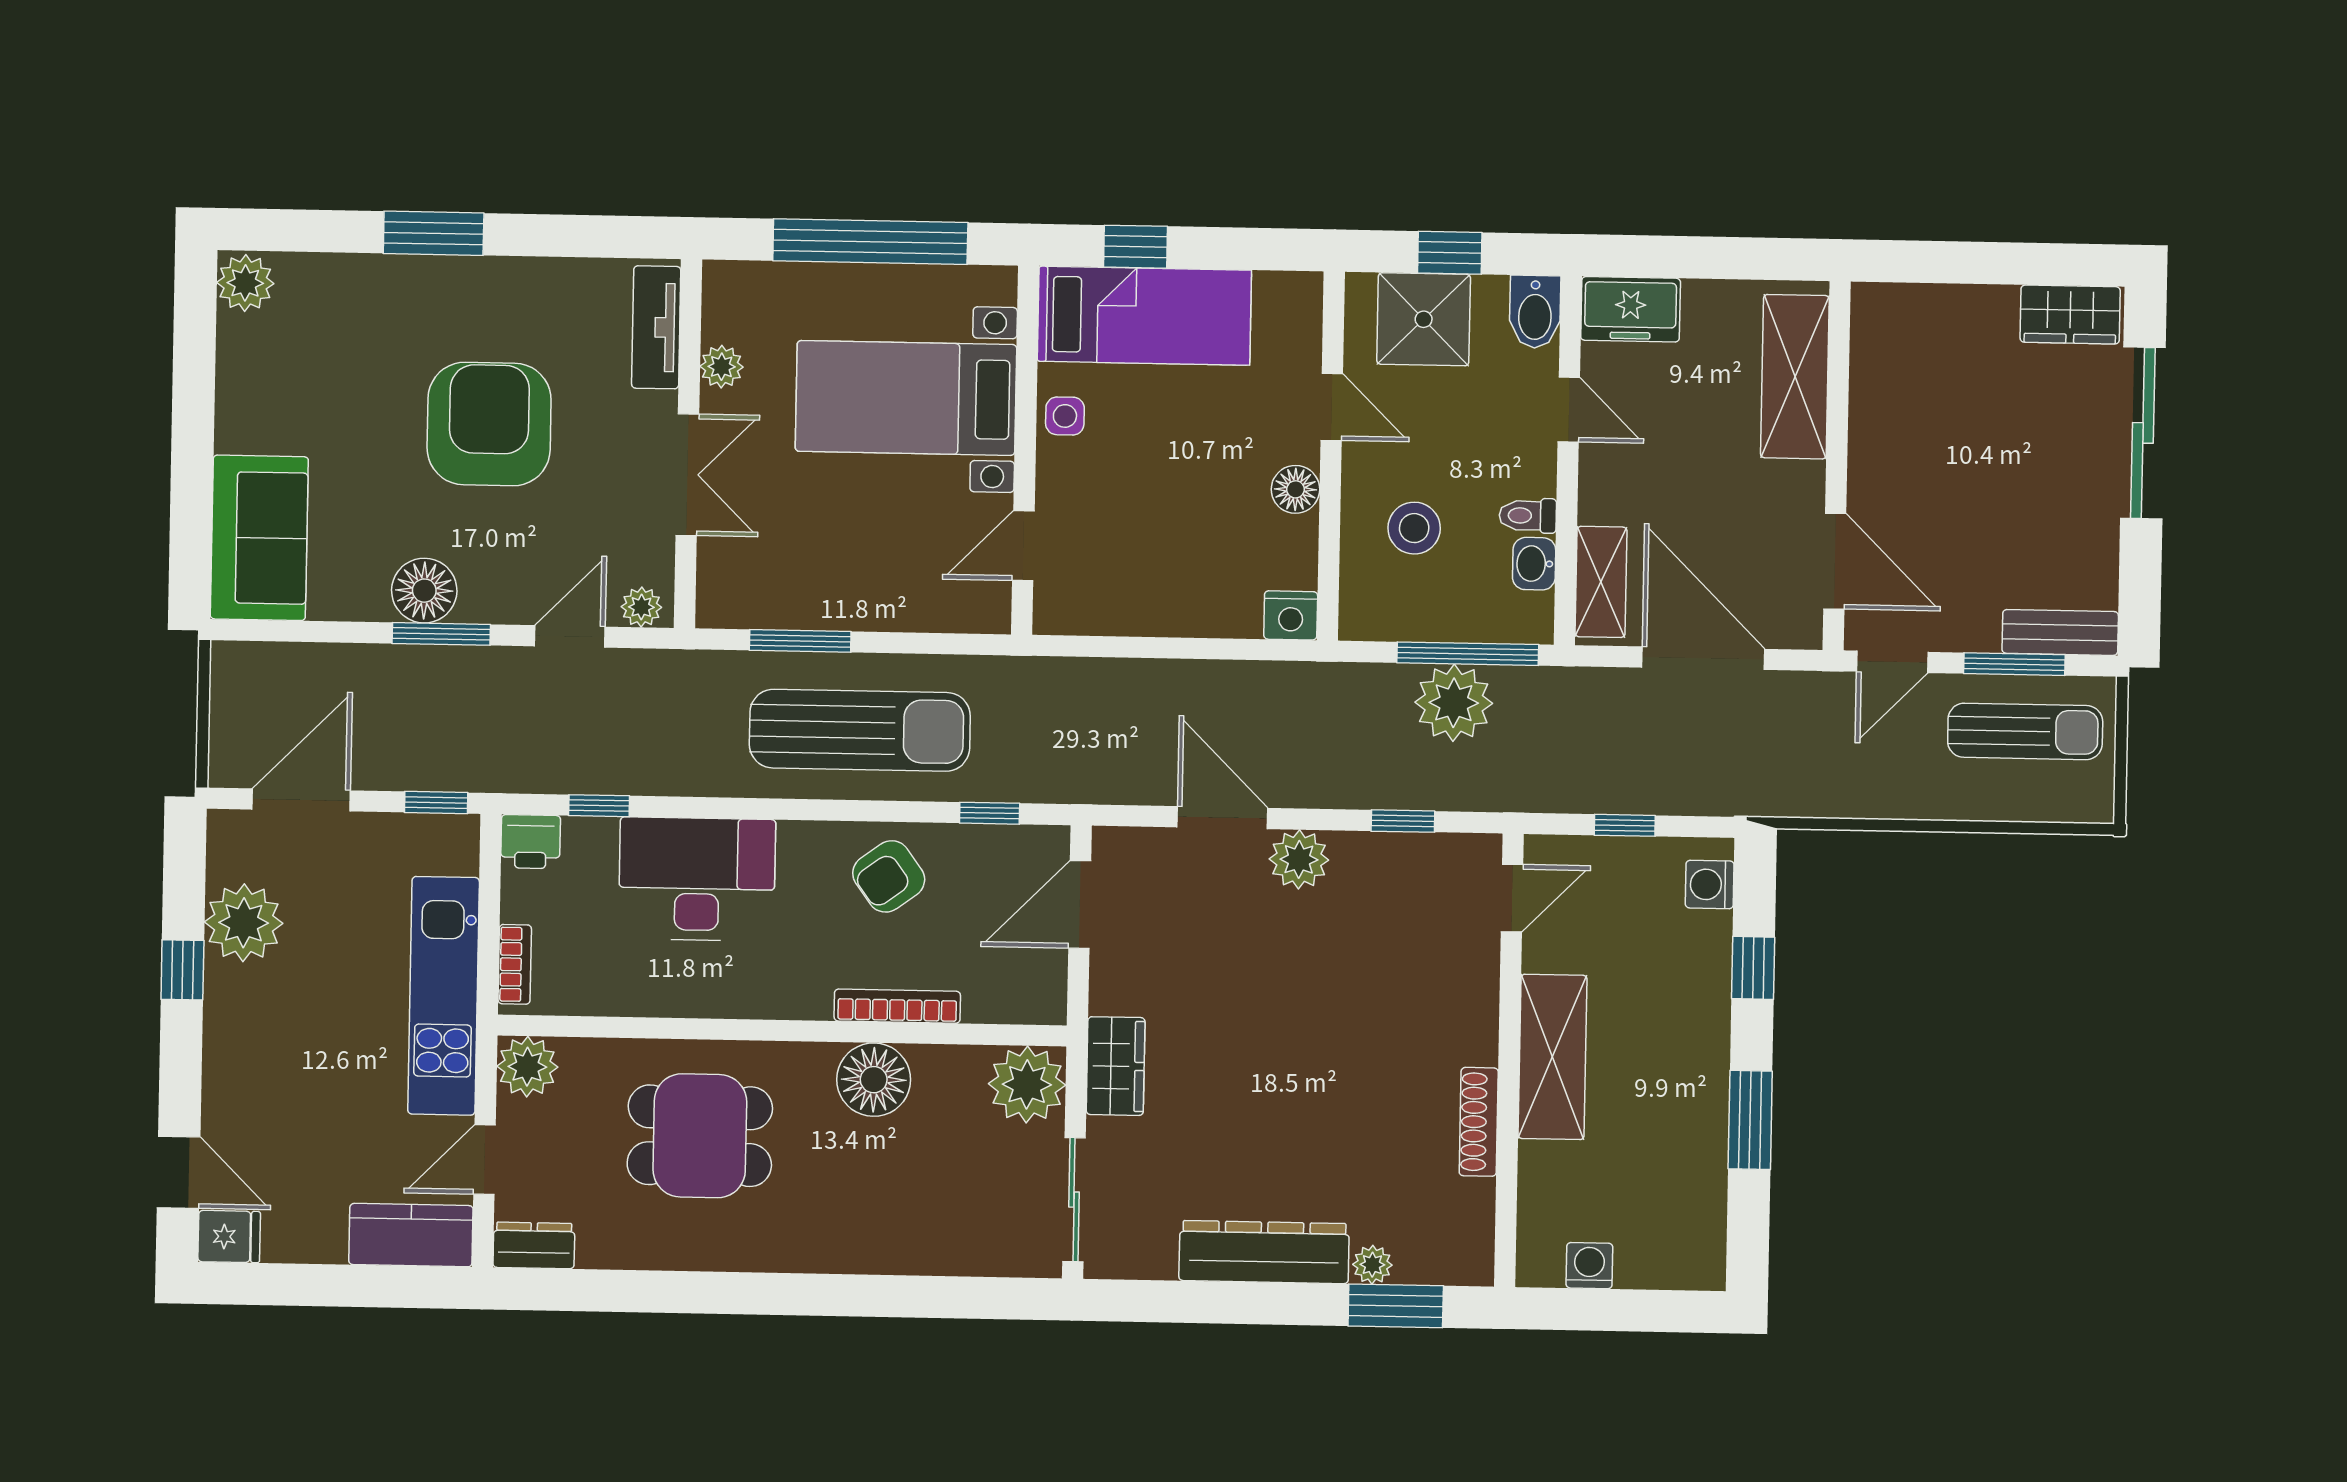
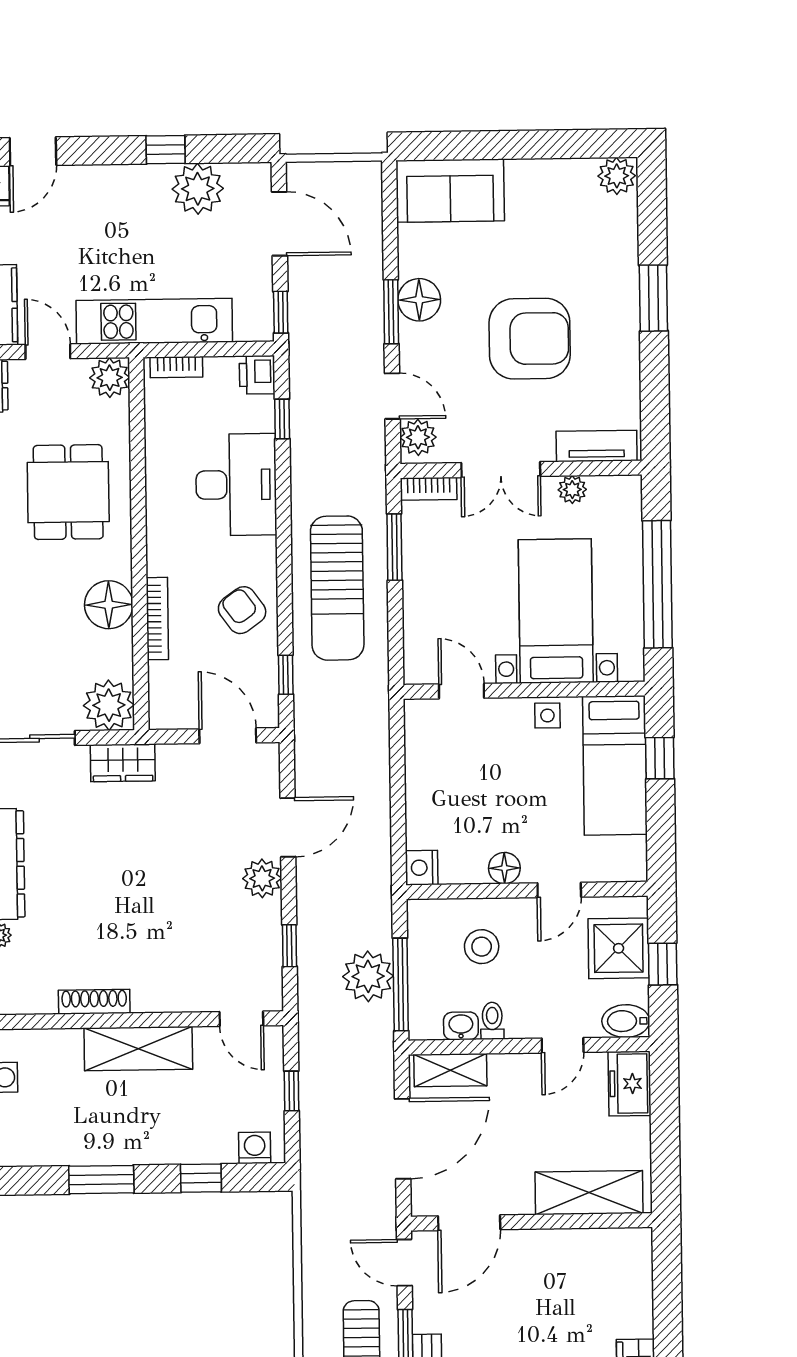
bookcase: (713, 586) -> (429, 489), added
plant: (641, 607) -> (418, 437), width x1.38, depth x1.38

